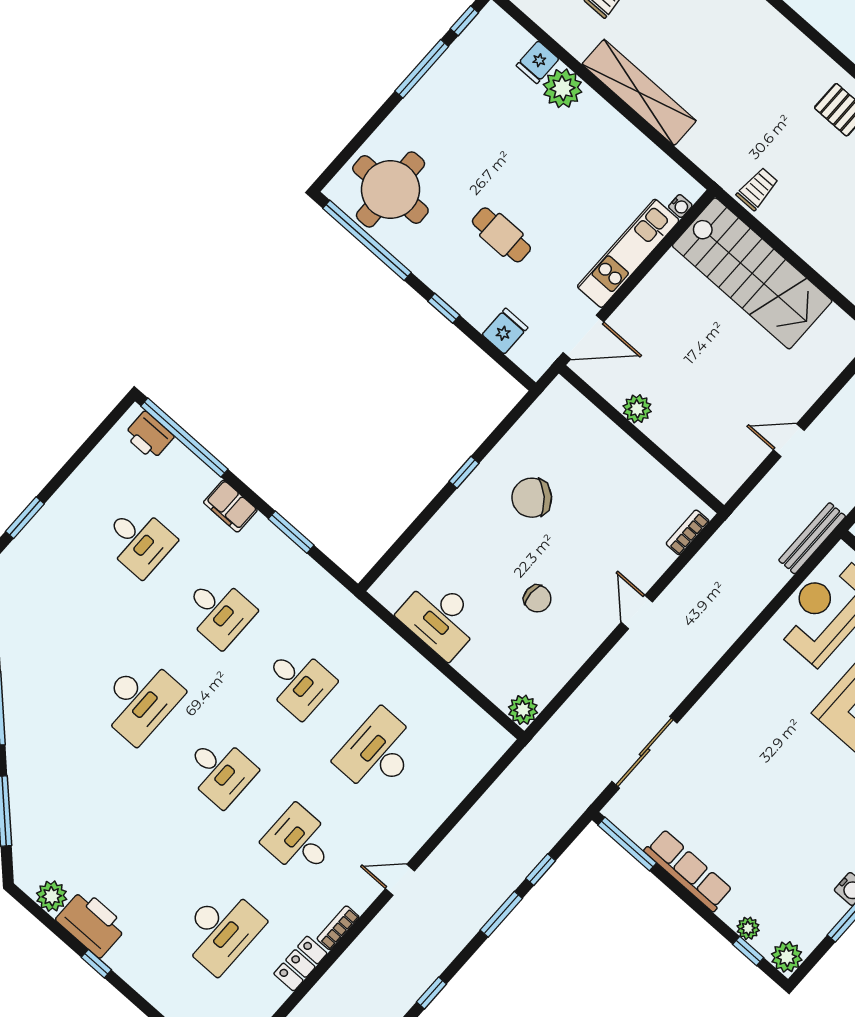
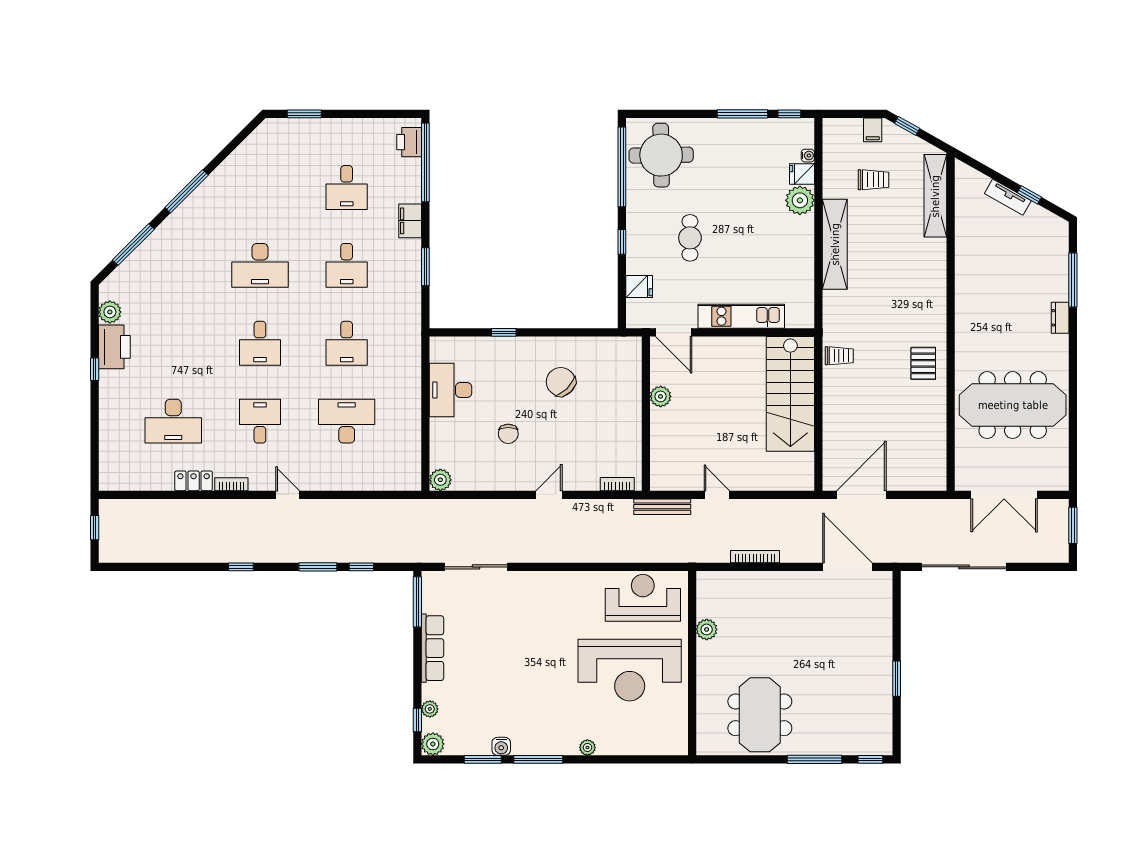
water cooler: (680, 206) -> (808, 156), moved, turned -90
window: (464, 472) -> (504, 332), moved
bench: (812, 538) -> (662, 507), moved

